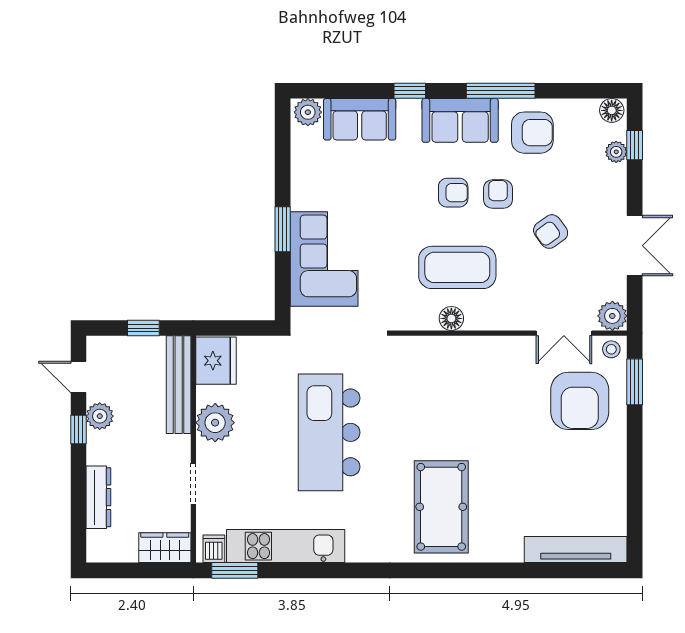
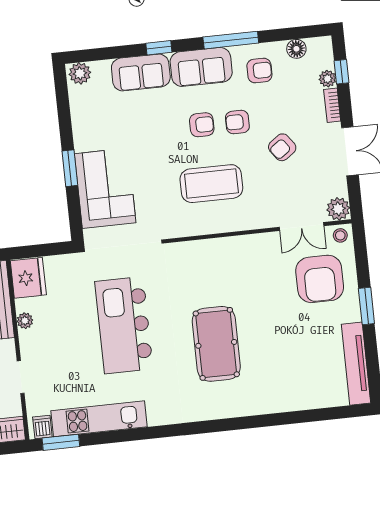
floor lamp: (612, 110) -> (296, 49), moved
sofa: (360, 119) -> (141, 73), moved
armchair: (532, 133) -> (259, 71), width x0.72, depth x0.72
bookcase: (619, 186) -> (332, 105), added
armchair: (498, 194) -> (237, 122), turned -90
floor lamp: (451, 318) -> (211, 225), removed
window: (635, 382) -> (366, 306), moved
plant: (215, 423) -> (25, 321), width x0.53, depth x0.53
pool table: (441, 507) -> (216, 344), moved
tv unit: (576, 550) -> (356, 364), moved, turned -90

